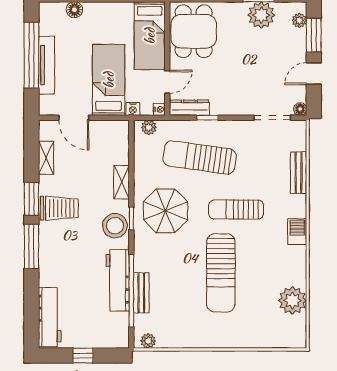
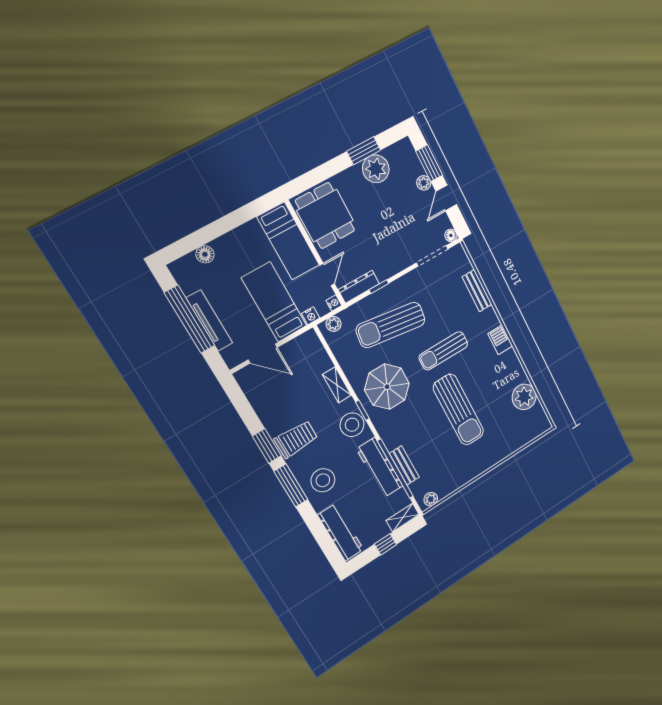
plant: (299, 20) -> (424, 183), moved
shelving: (46, 158) -> (403, 518), moved, turned 90
stool: (61, 259) -> (323, 480), added

